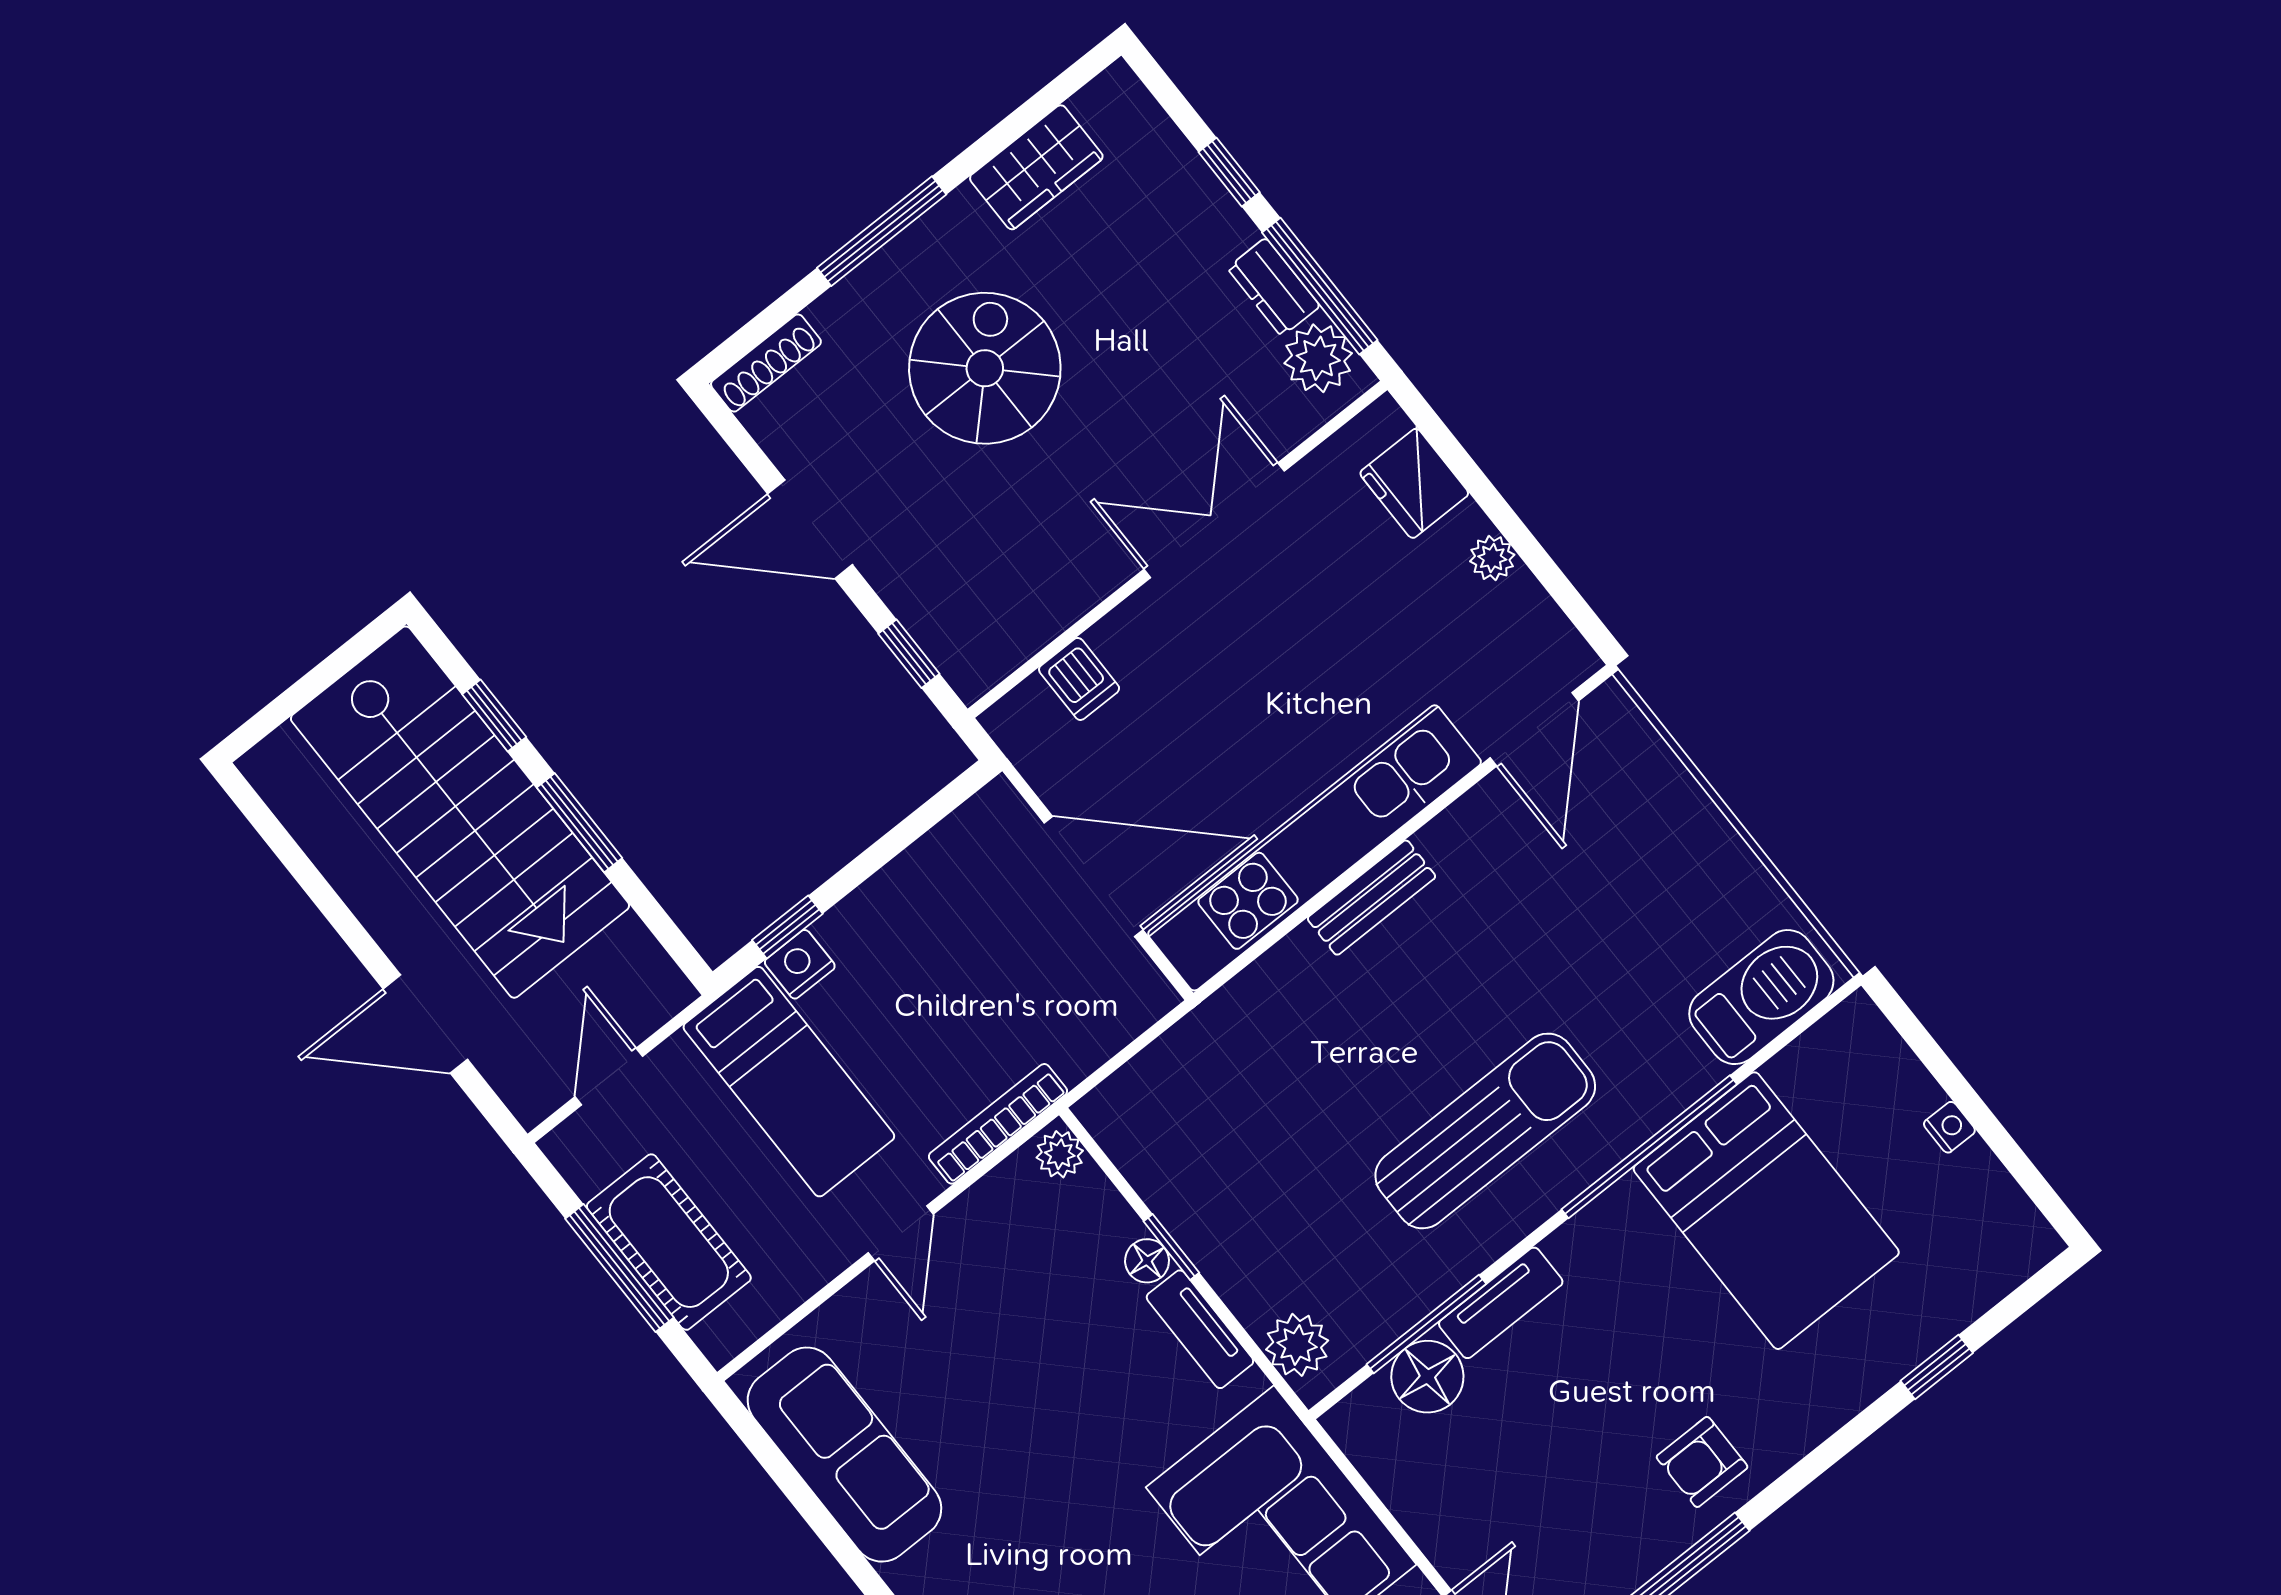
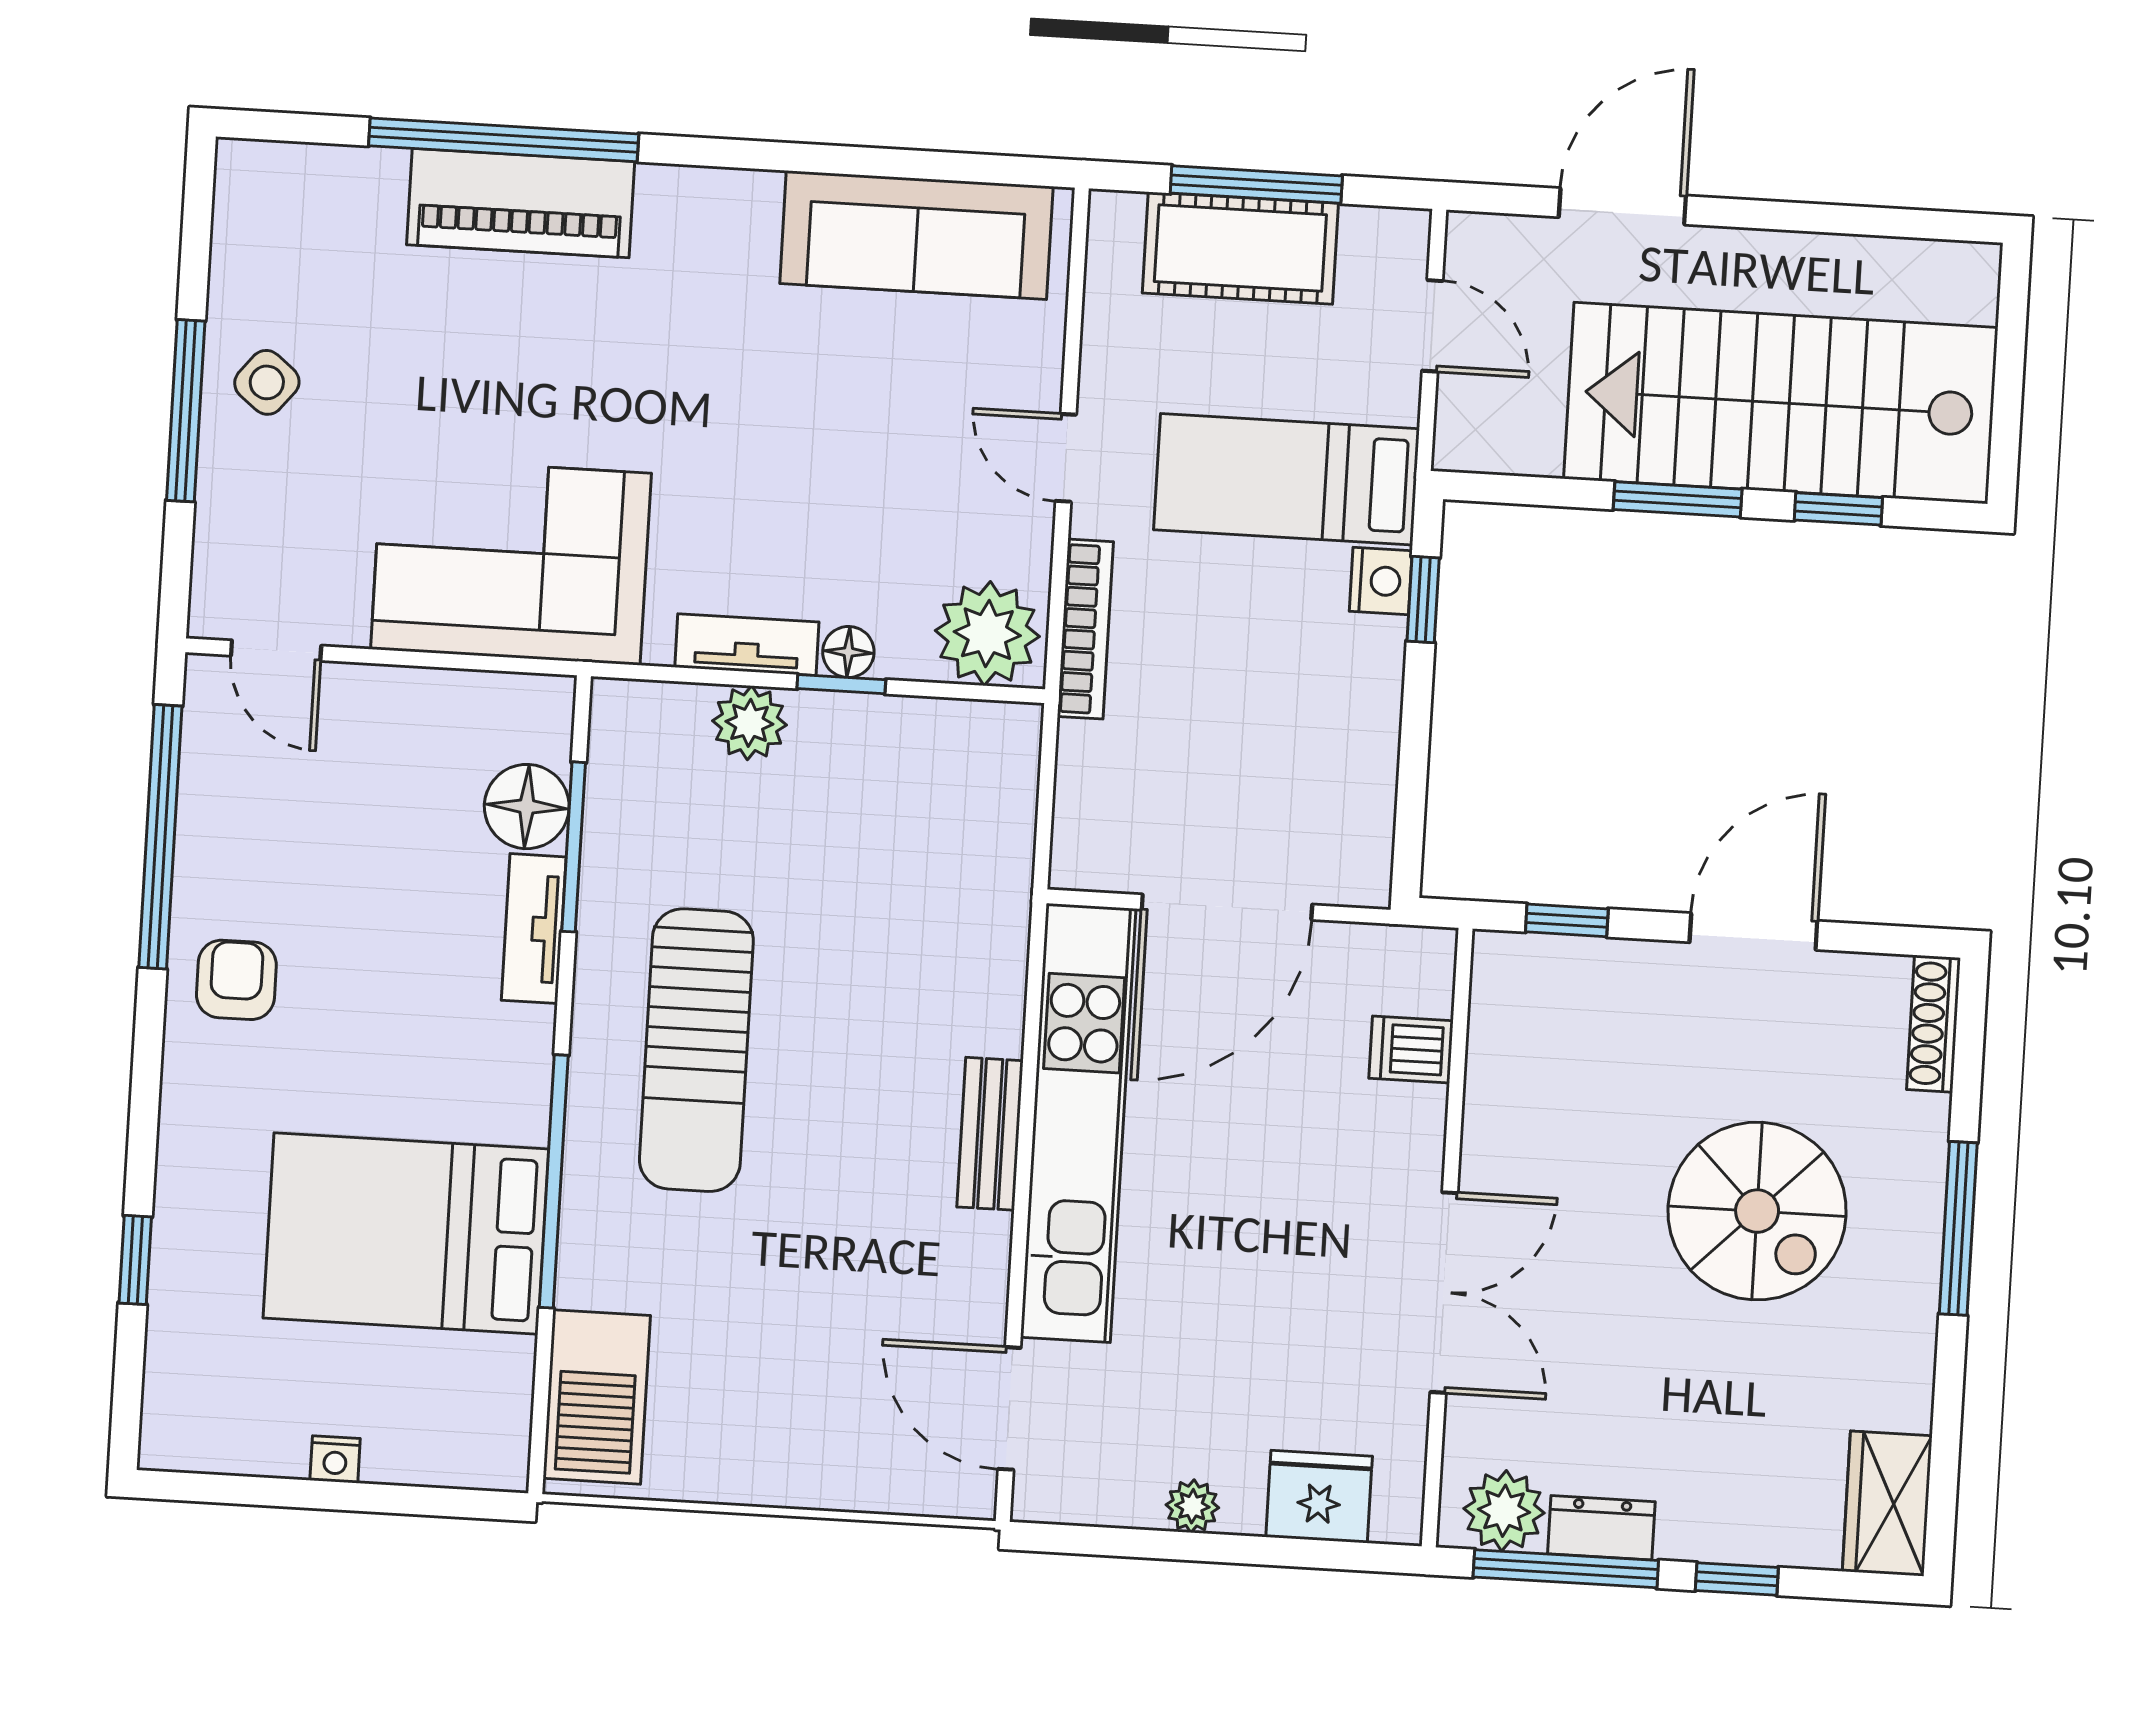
wardrobe: (1036, 167) -> (1887, 1503), moved
plant: (1060, 1154) -> (987, 634), width x1.88, depth x1.88
plant: (1297, 1345) -> (749, 723), moved

